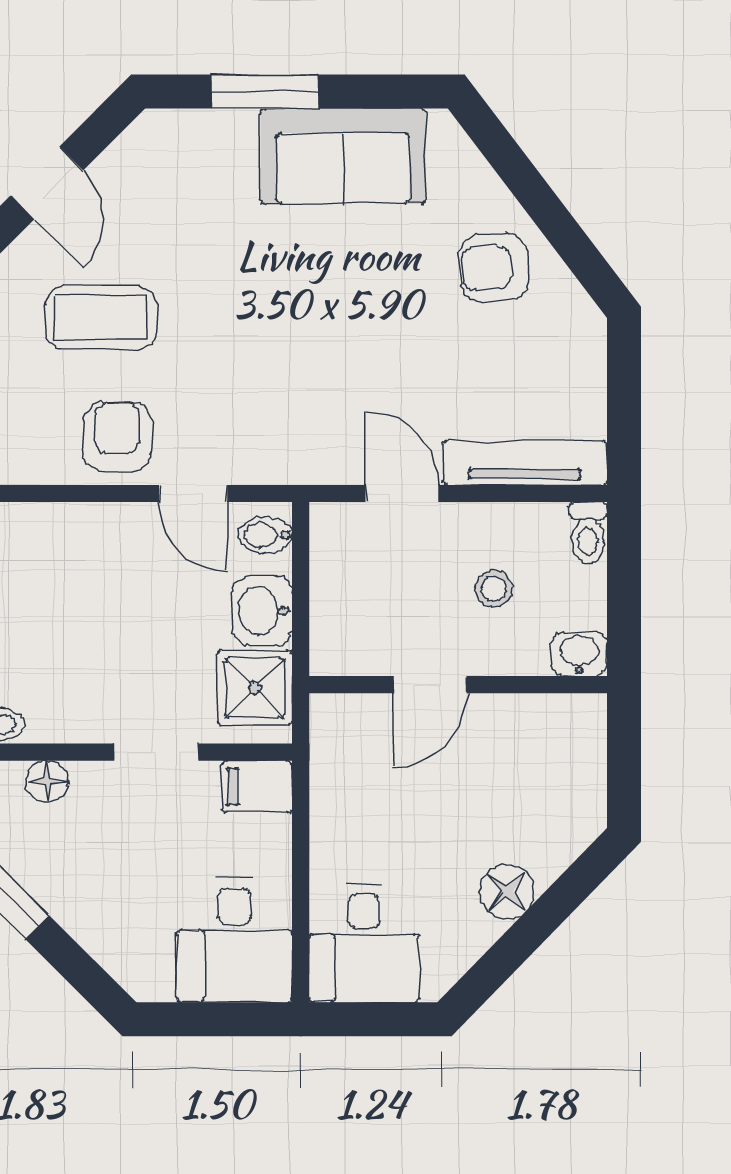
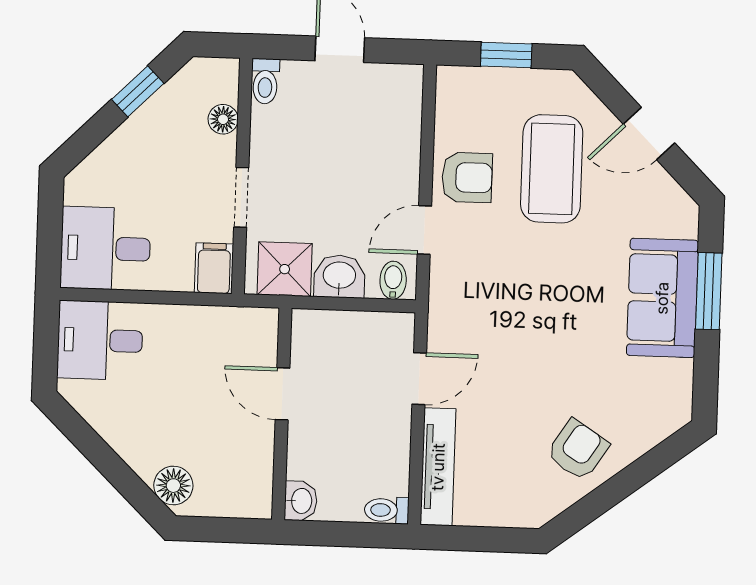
sofa: (343, 156) -> (662, 298), moved
armchair: (494, 268) -> (578, 450), turned 37
coffee table: (101, 318) -> (552, 169), width x1.36, depth x1.32
stool: (494, 589) -> (349, 442), removed
floor lamp: (507, 892) -> (173, 486), moved

